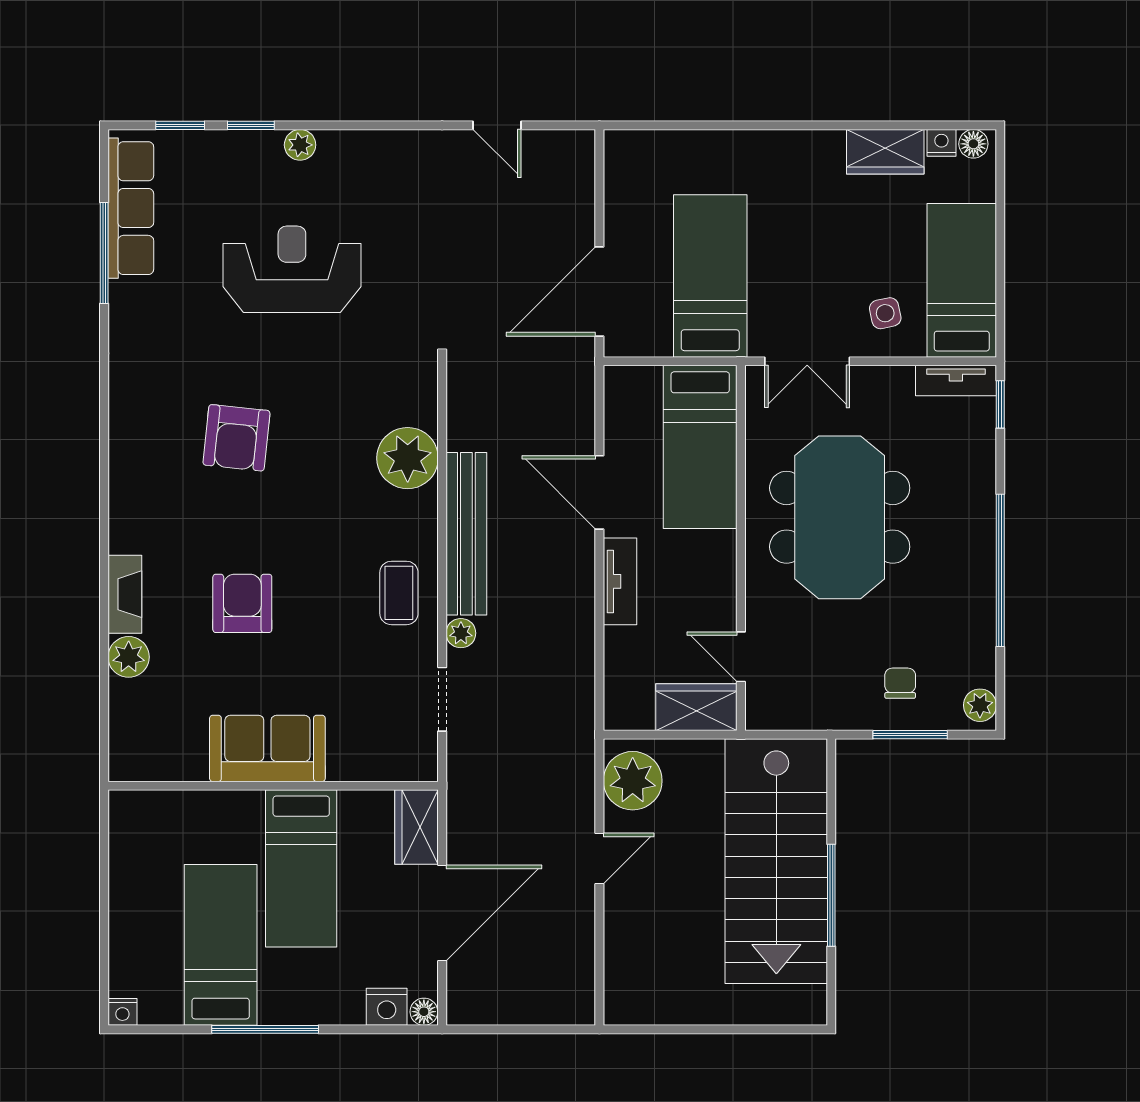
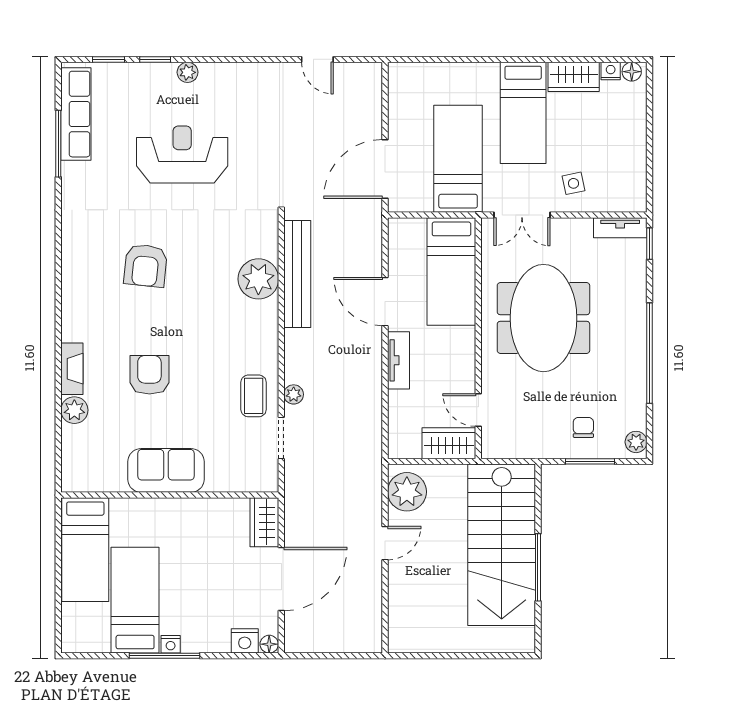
bed: (962, 280) -> (523, 113), moved, turned 180
bench: (466, 534) -> (297, 274), moved
coffee table: (399, 593) -> (254, 396), moved
bed: (301, 868) -> (85, 550), moved
nightstand: (122, 1012) -> (171, 644), moved

